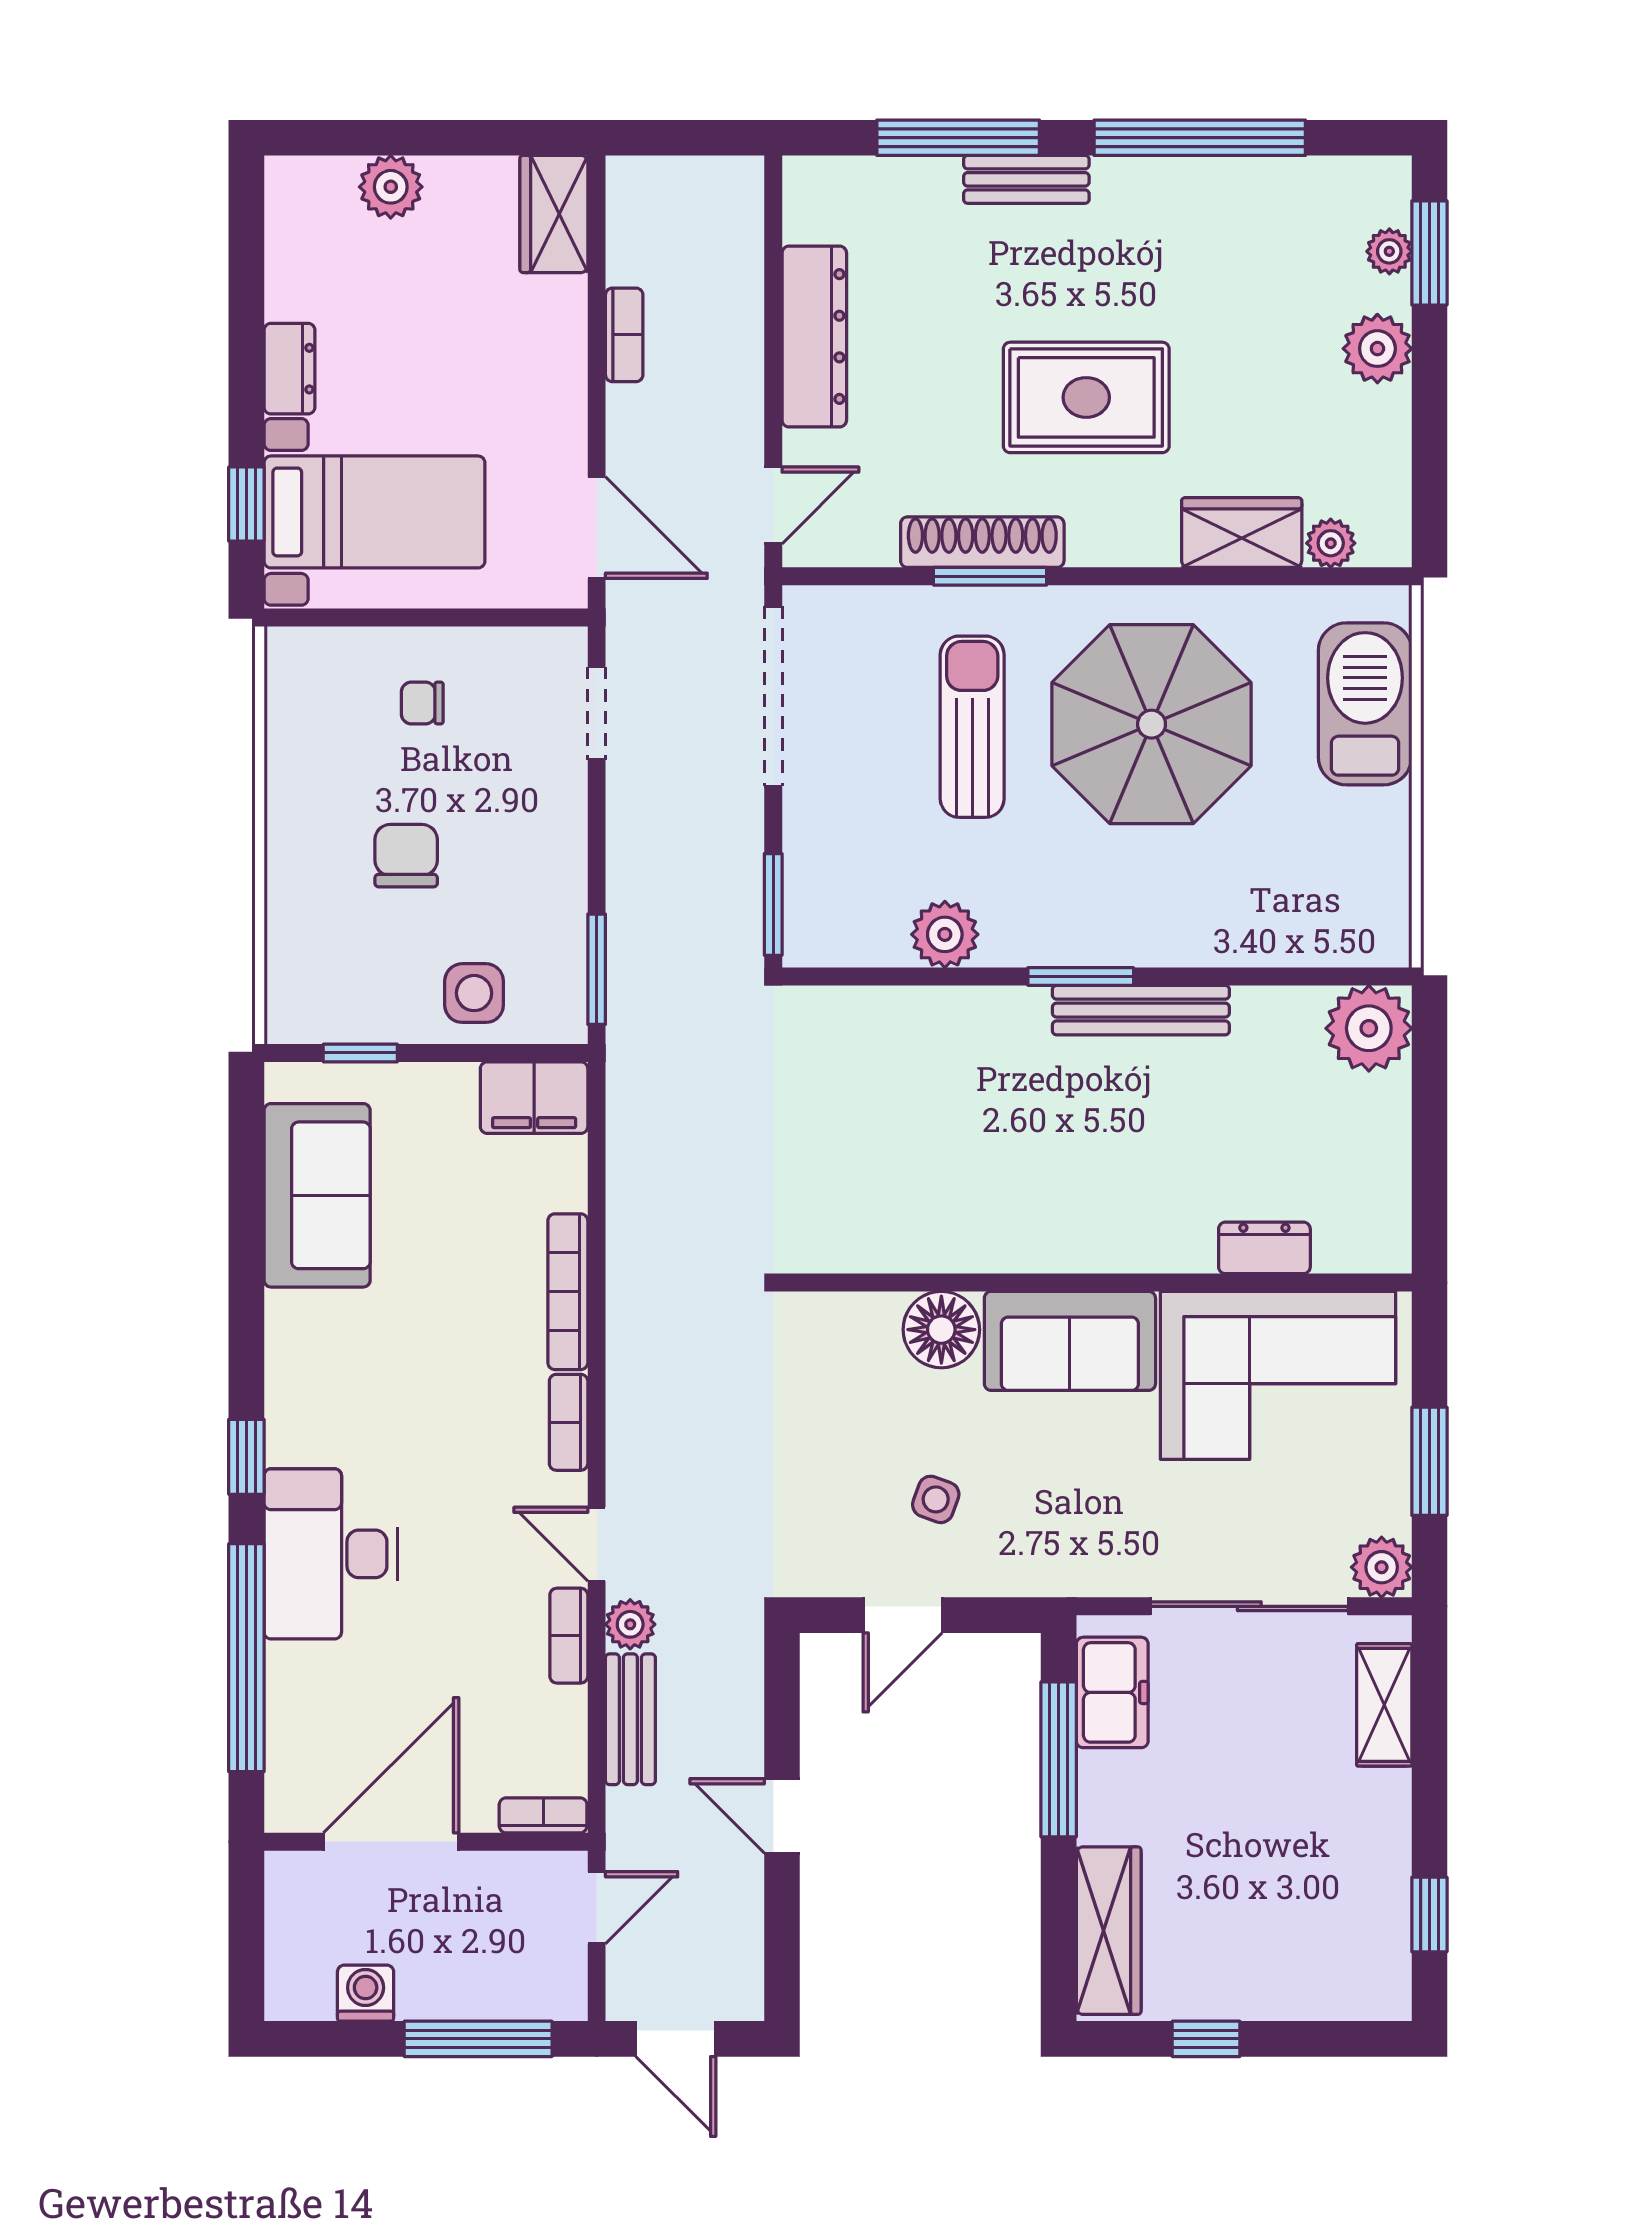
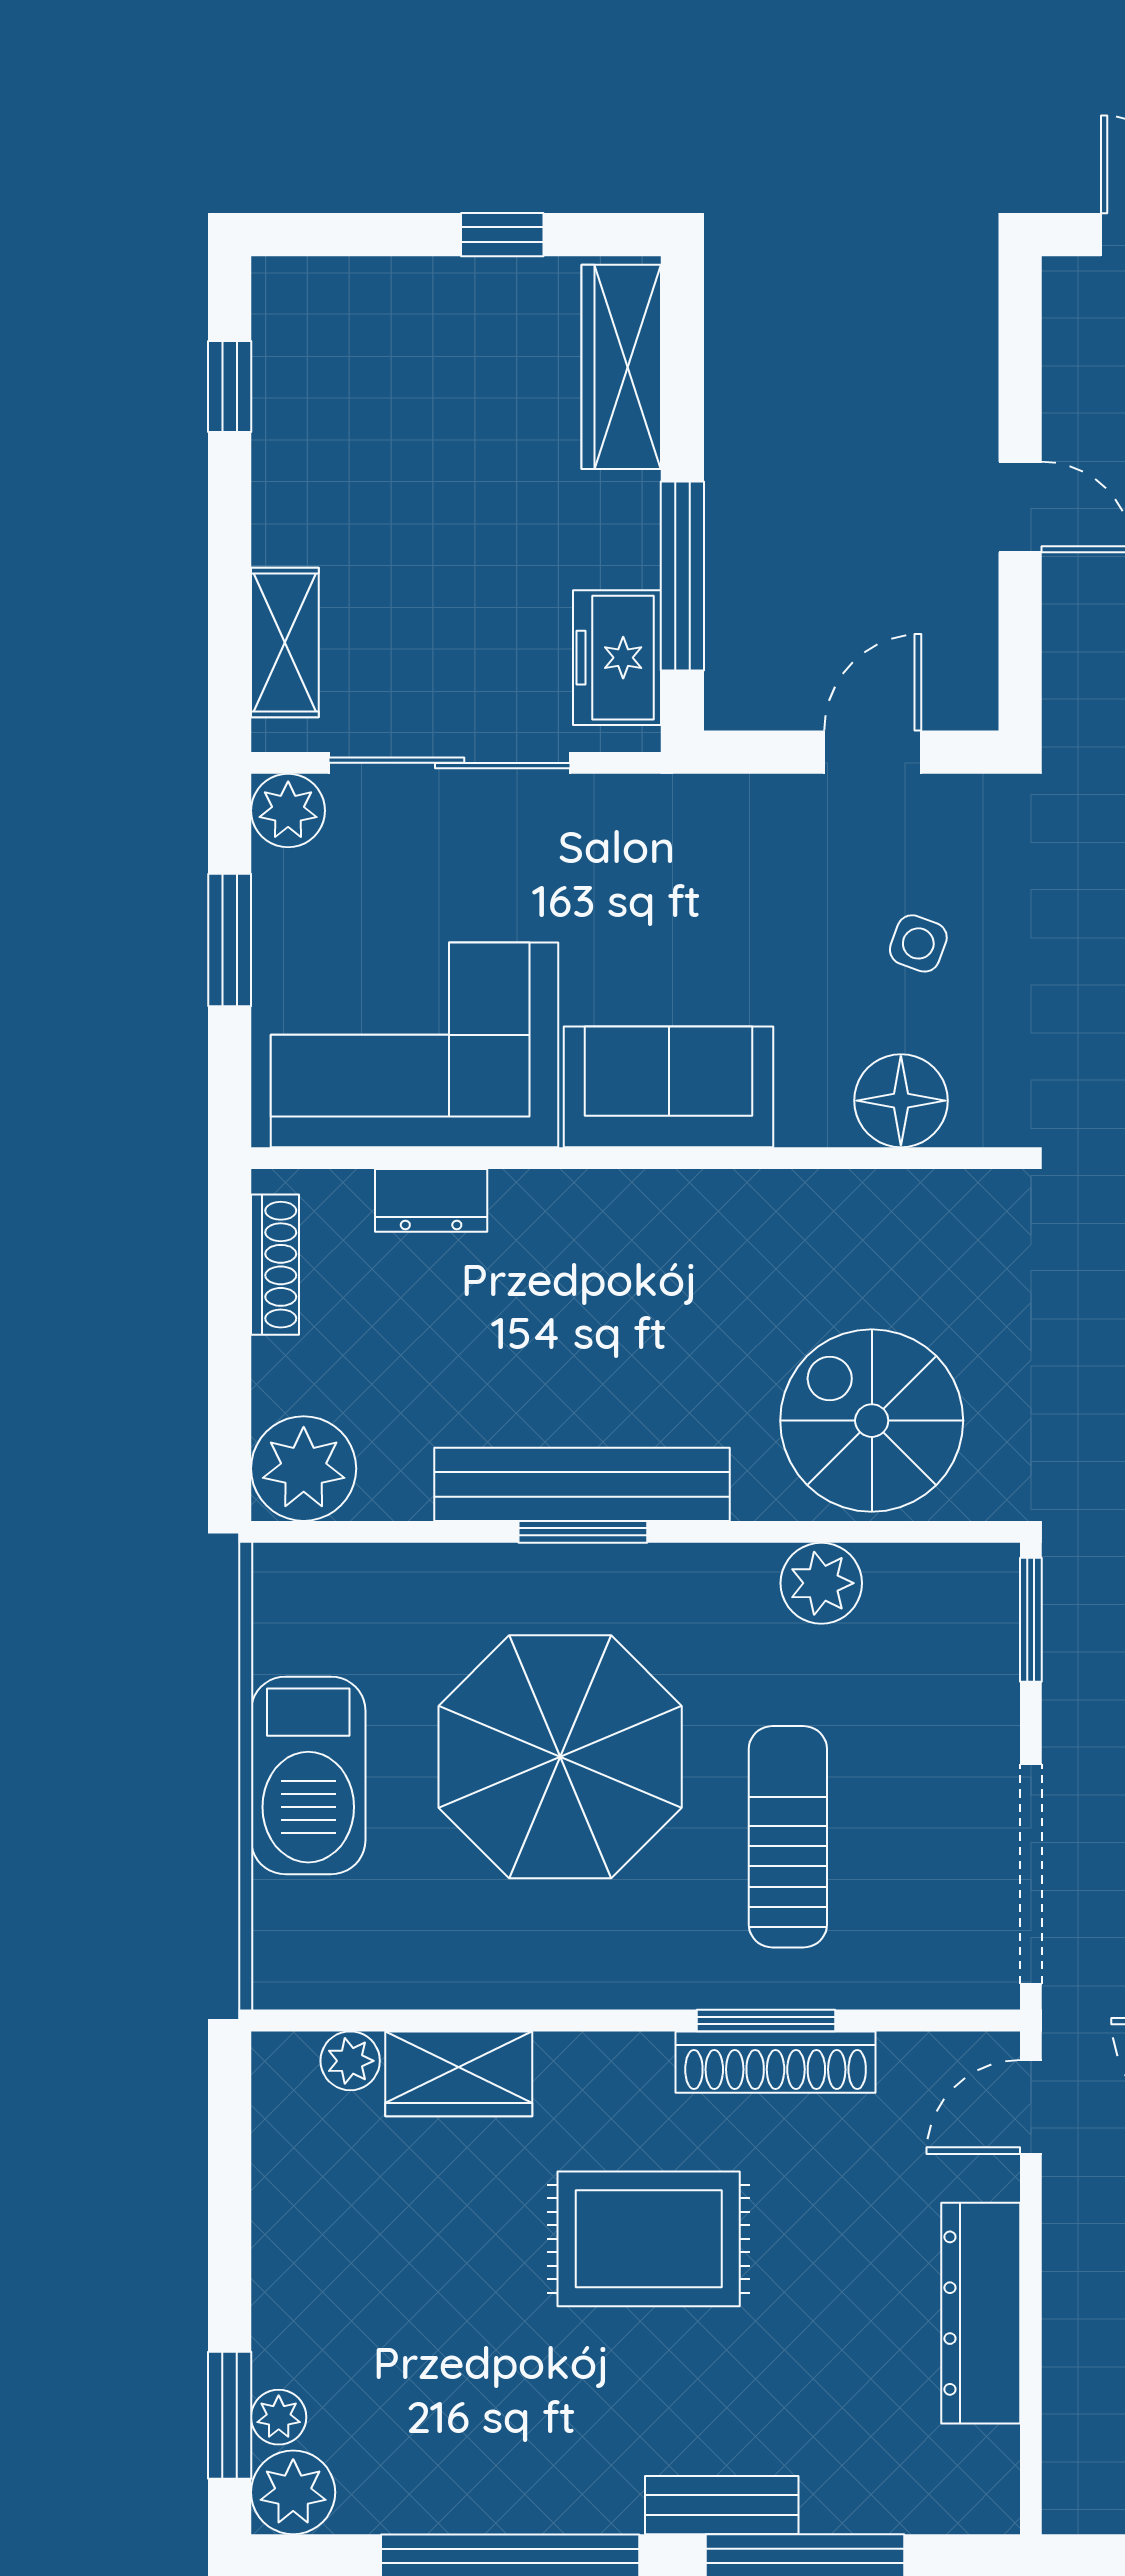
plant: (1377, 349) -> (293, 2492), moved
barbecue: (1365, 704) -> (308, 1775), moved
parasol: (1152, 724) -> (560, 1757), moved
sun lounger: (972, 727) -> (788, 1837), turned 180
window: (1081, 976) -> (583, 1532), moved
bench: (1141, 1010) -> (582, 1484), width x1.37, depth x1.21
spiral stairs: (904, 1068) -> (872, 1421), added
shoe rack: (1392, 1195) -> (275, 1265), added
floor lamp: (941, 1330) -> (901, 1101), moved
side table: (936, 1499) -> (918, 943), moved

